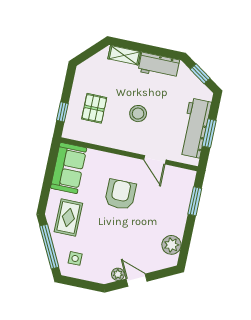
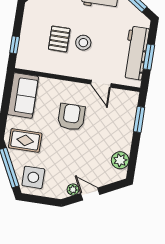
pallet: (94, 108) -> (59, 39), moved
rug: (68, 217) -> (25, 140), turned 90
side table: (75, 258) -> (33, 177), width x1.87, depth x1.87

